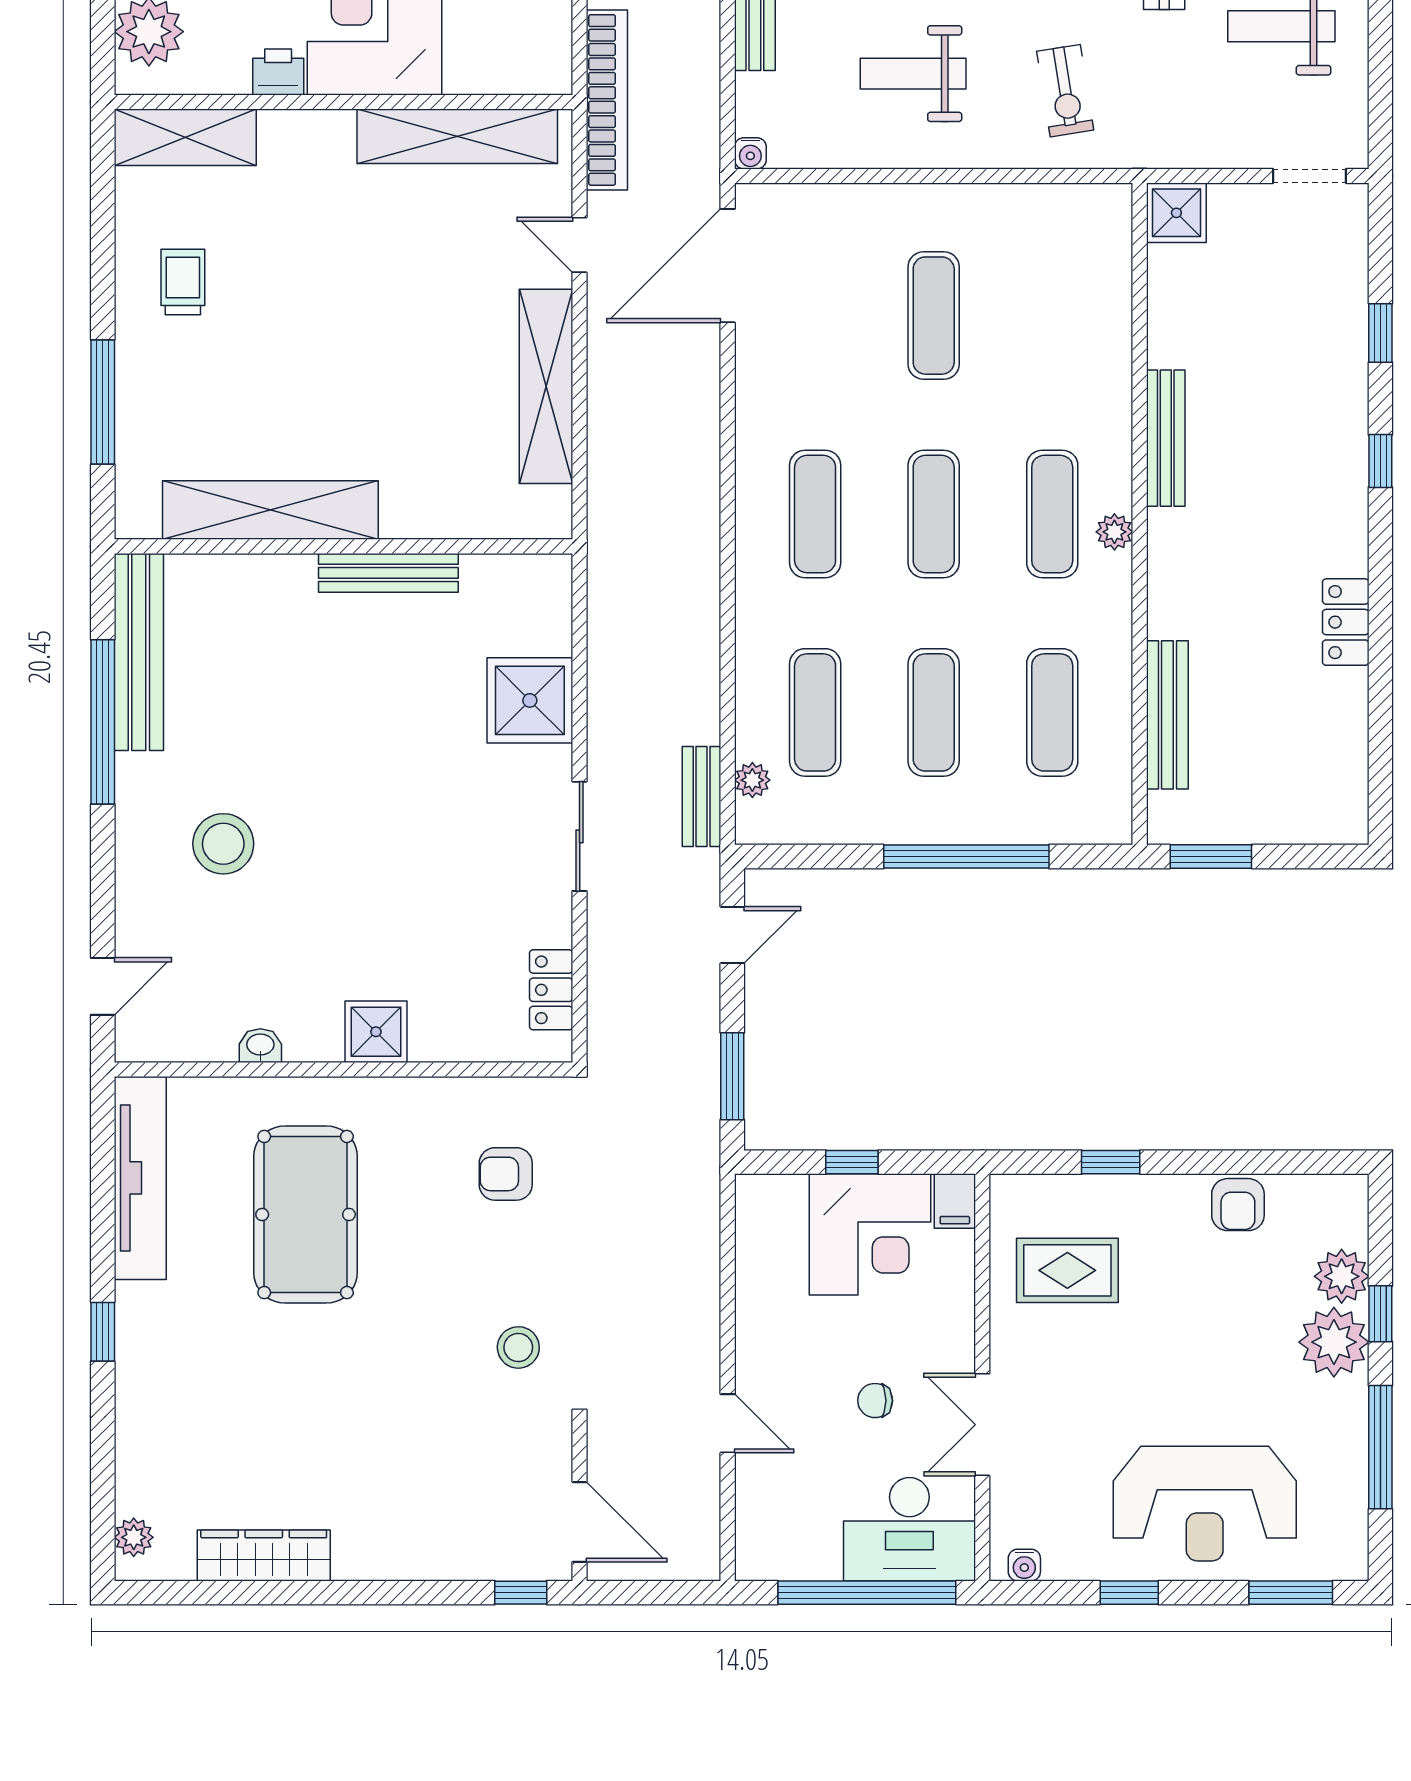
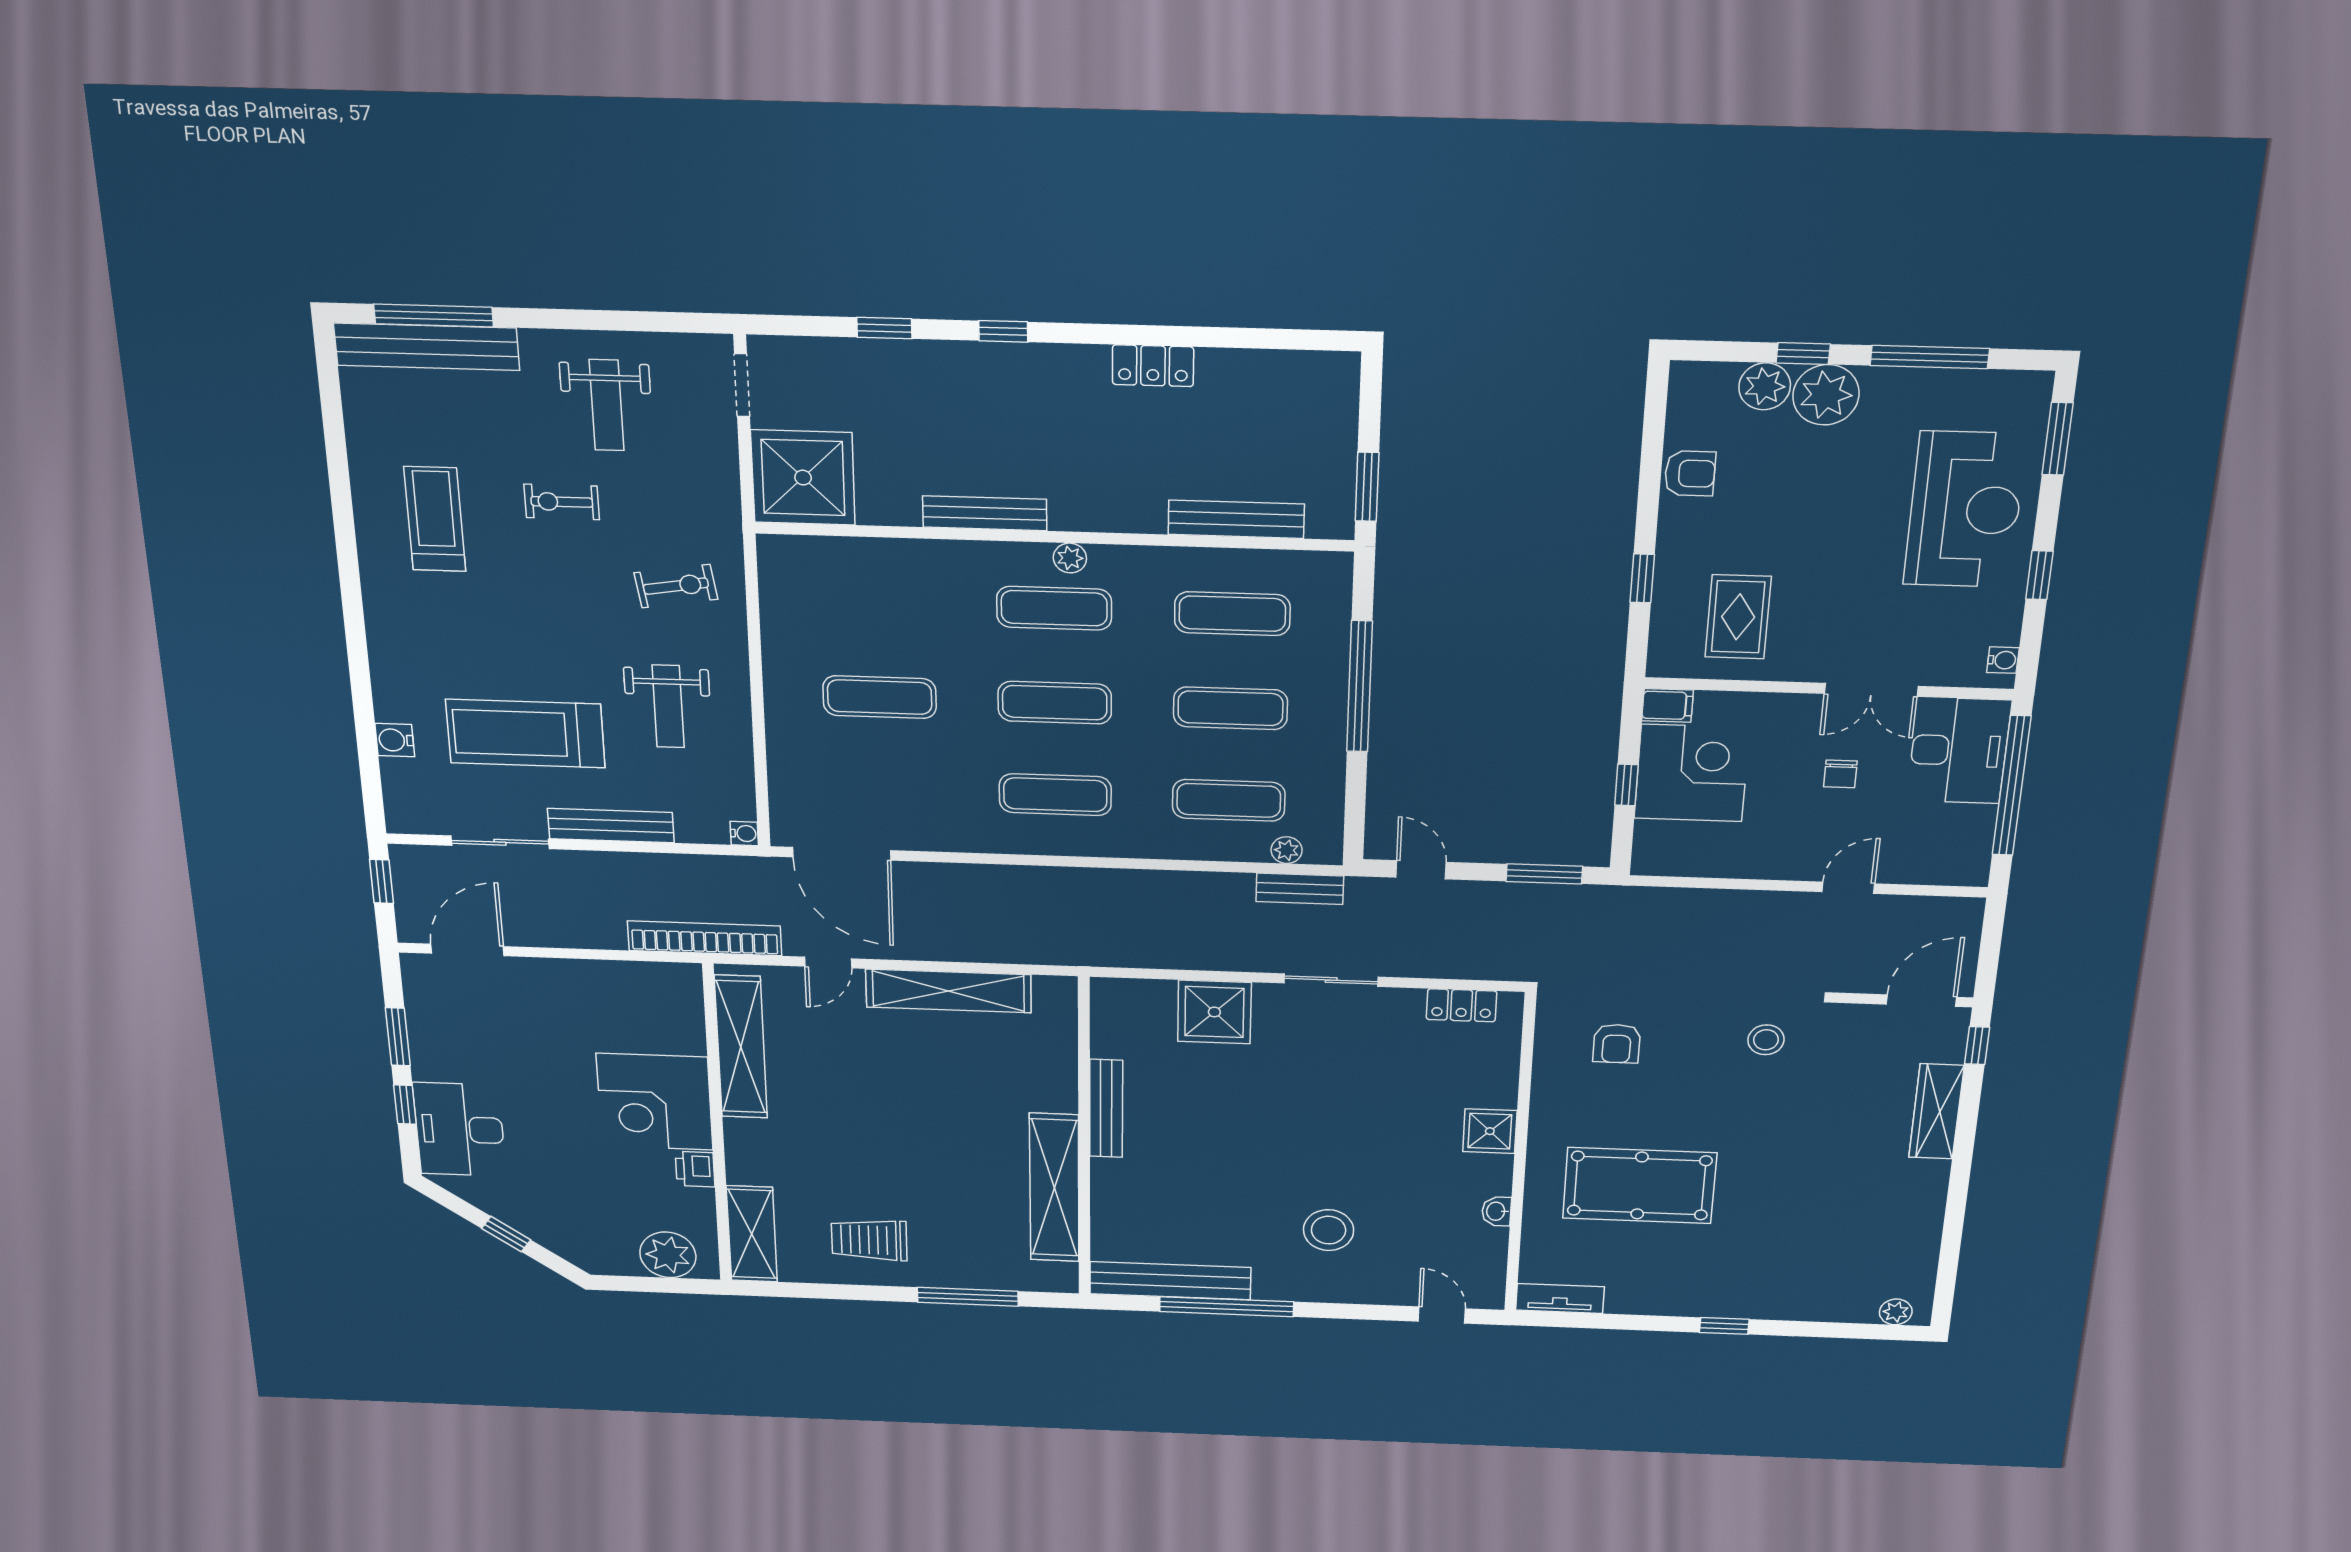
shower: (1176, 213) -> (803, 478), width x1.86, depth x1.86
trolley: (183, 282) -> (869, 1240), width x1.36, depth x1.39
tv unit: (140, 1178) -> (1560, 1298), width x0.52, depth x0.78
wardrobe: (264, 1555) -> (1936, 1111), moved

